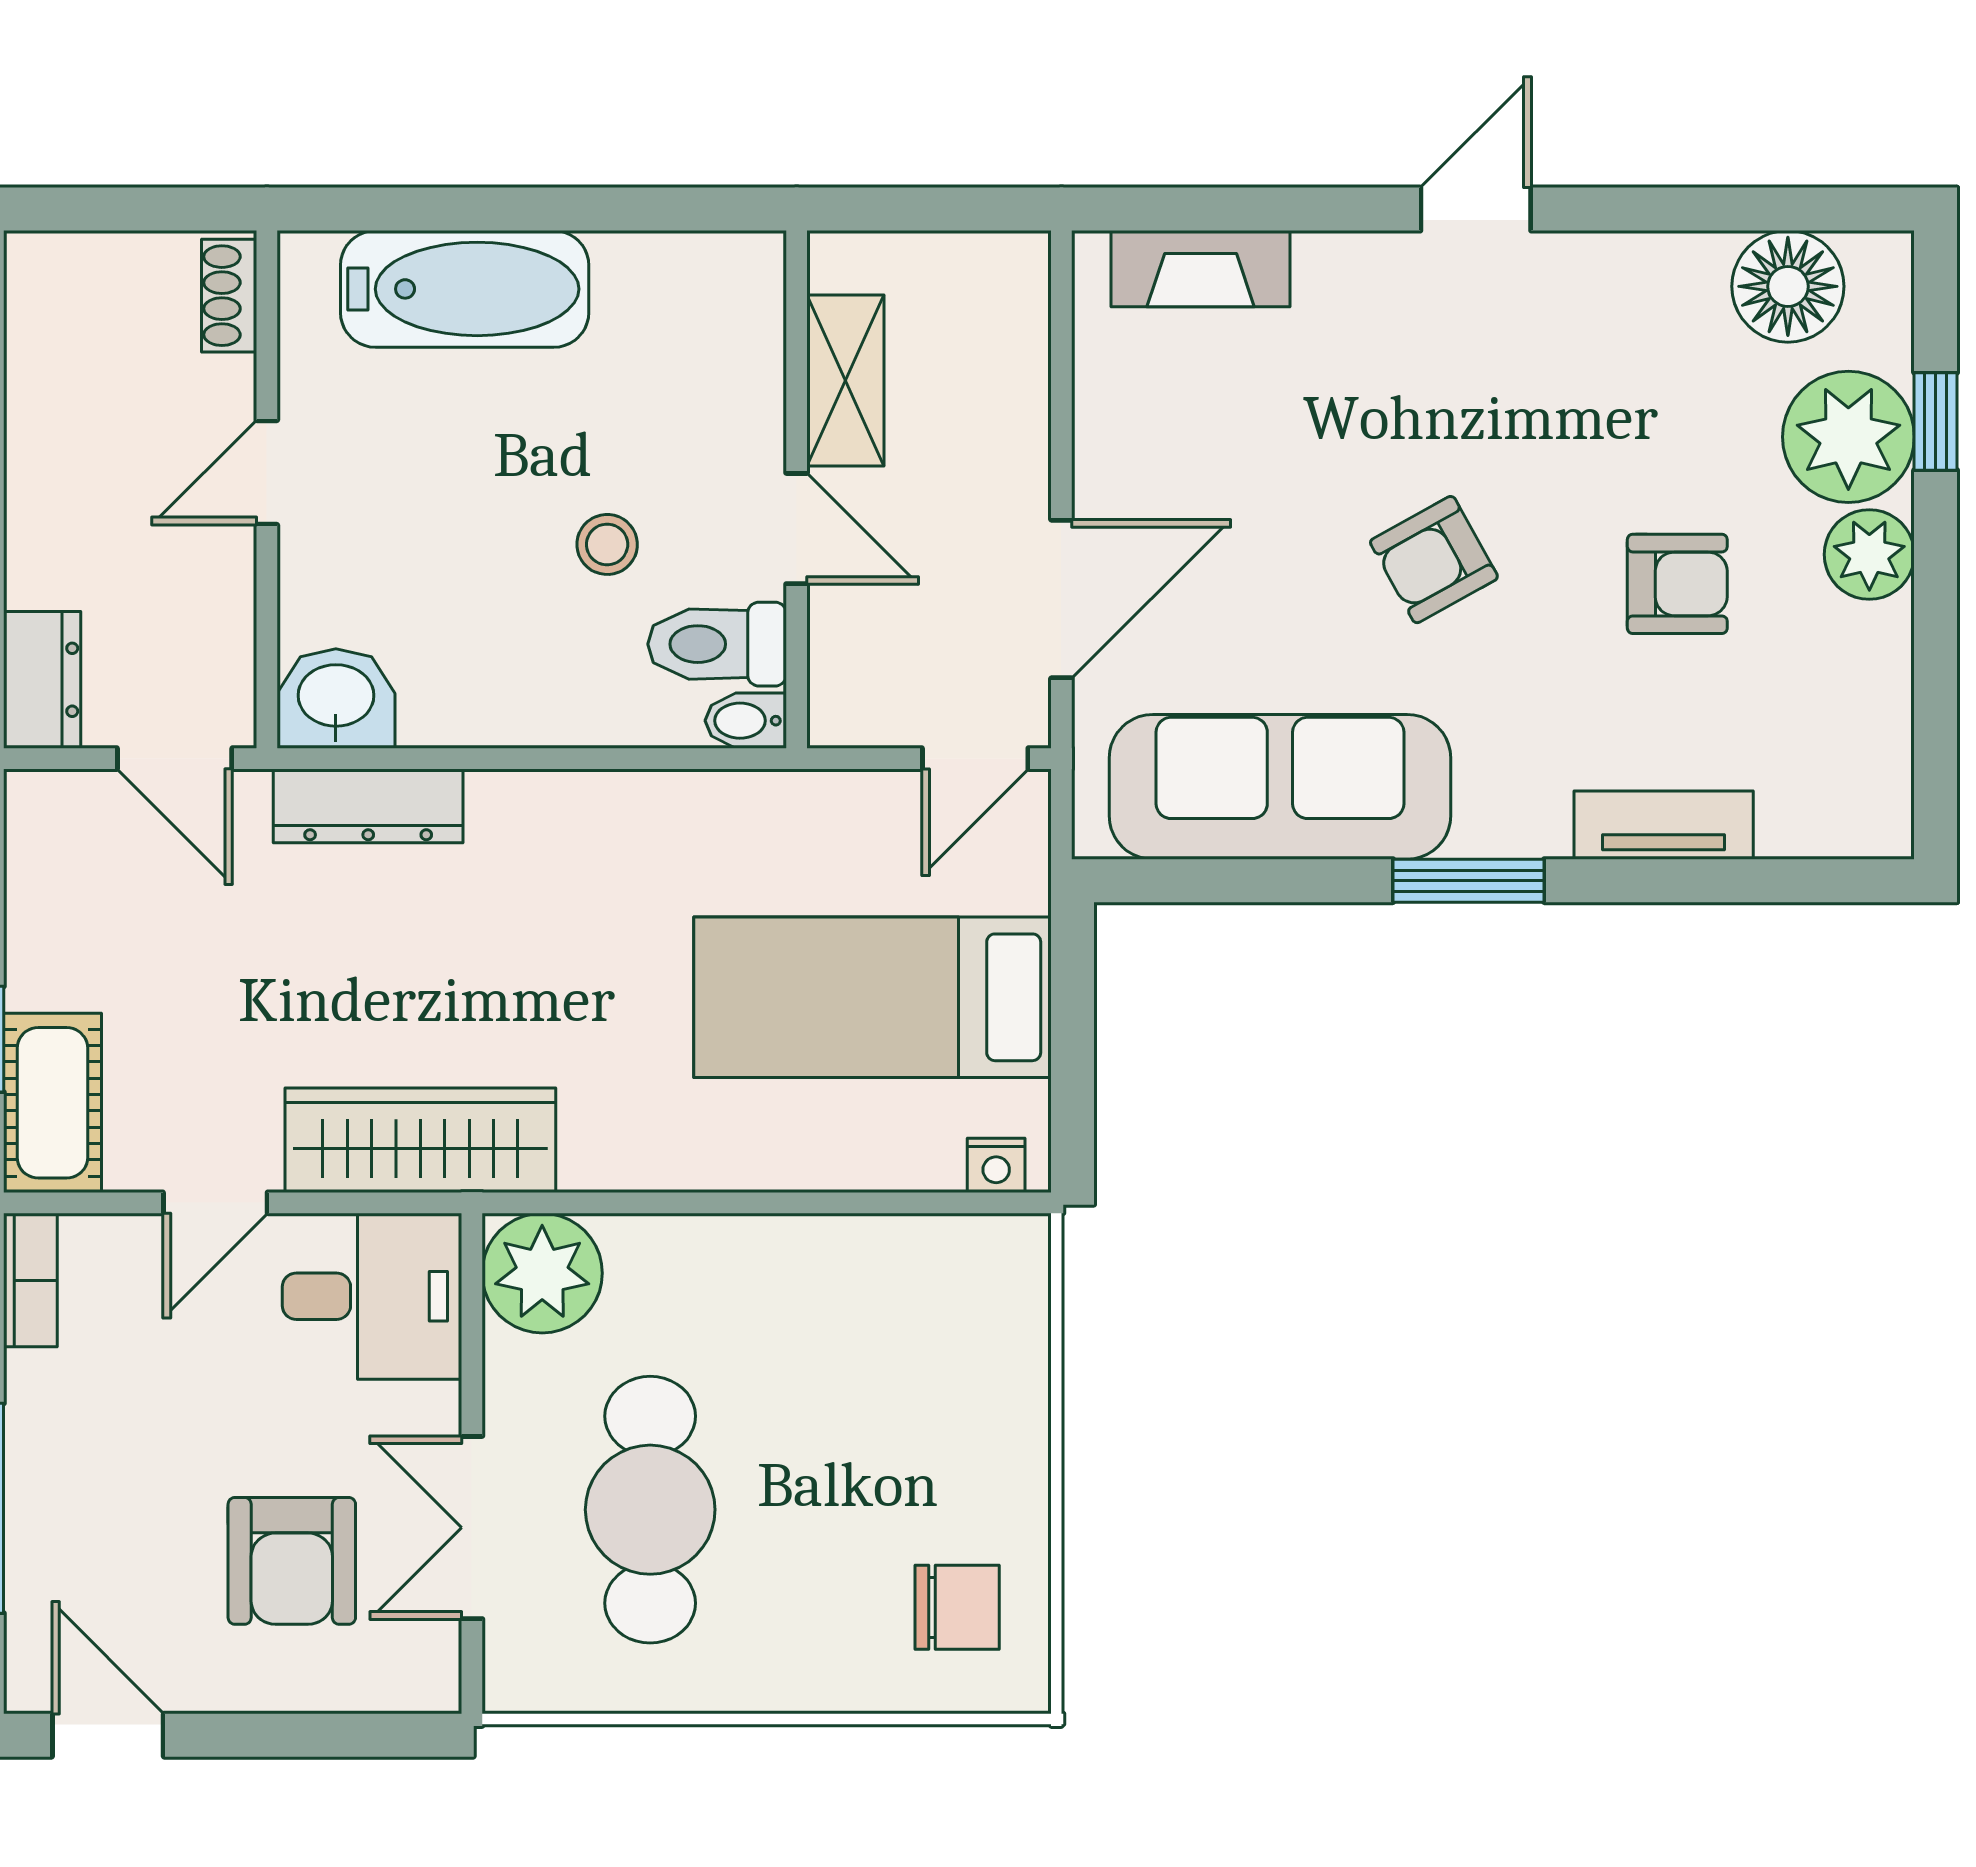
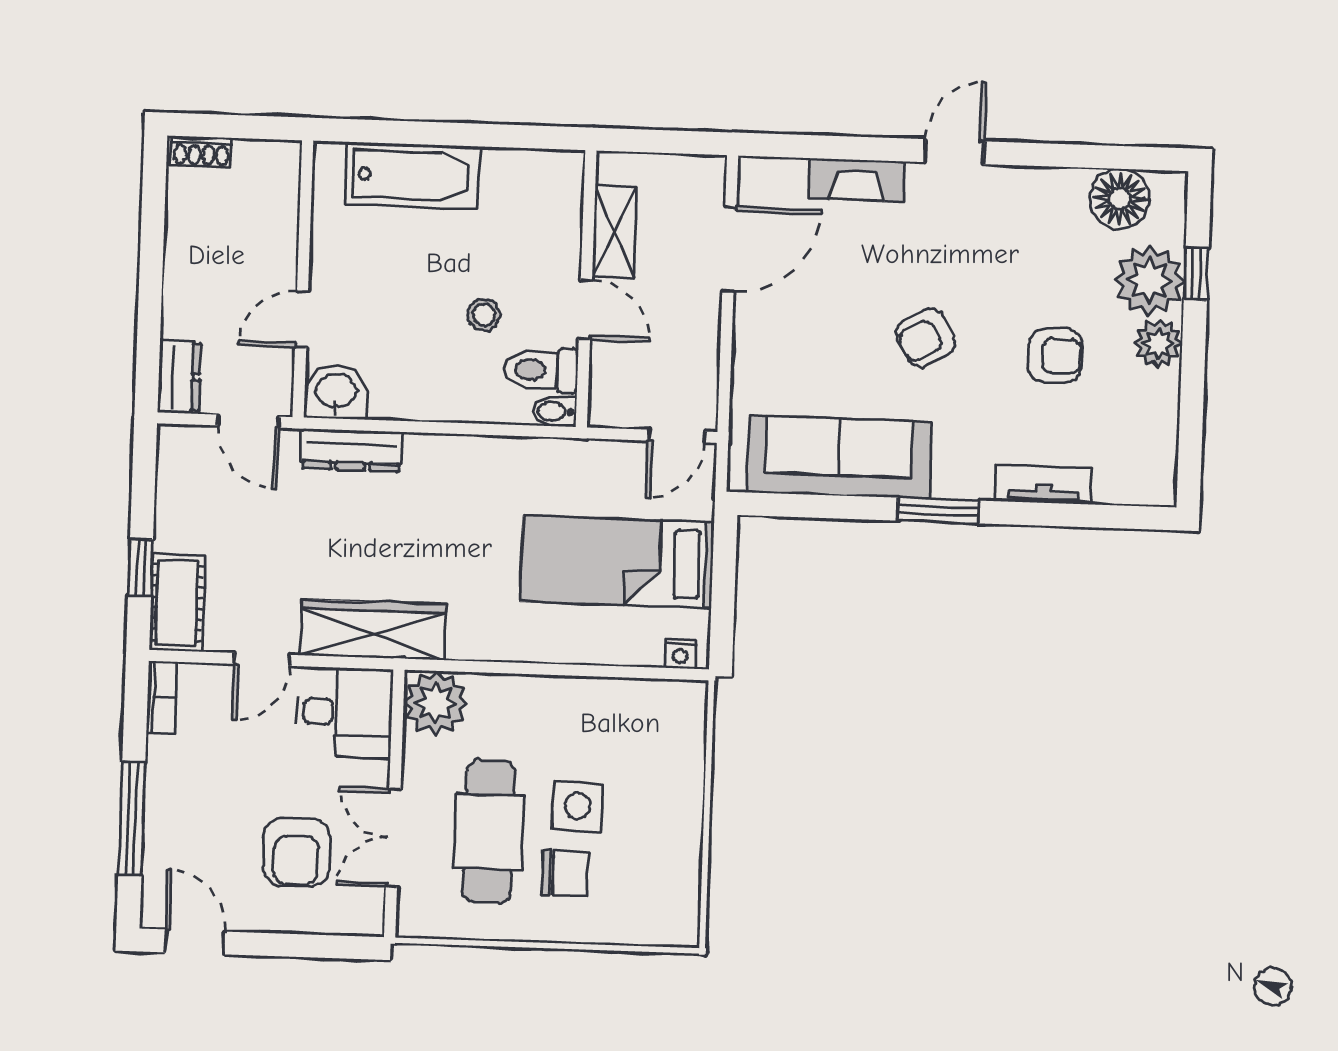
fireplace: (1201, 269) -> (856, 180), moved
shoe rack: (229, 296) -> (201, 151), moved, turned -90
door: (267, 473) -> (302, 319), moved
door: (1061, 599) -> (729, 249), moved
side table: (814, 1456) -> (578, 806), added
chair: (957, 1607) -> (565, 873), moved

